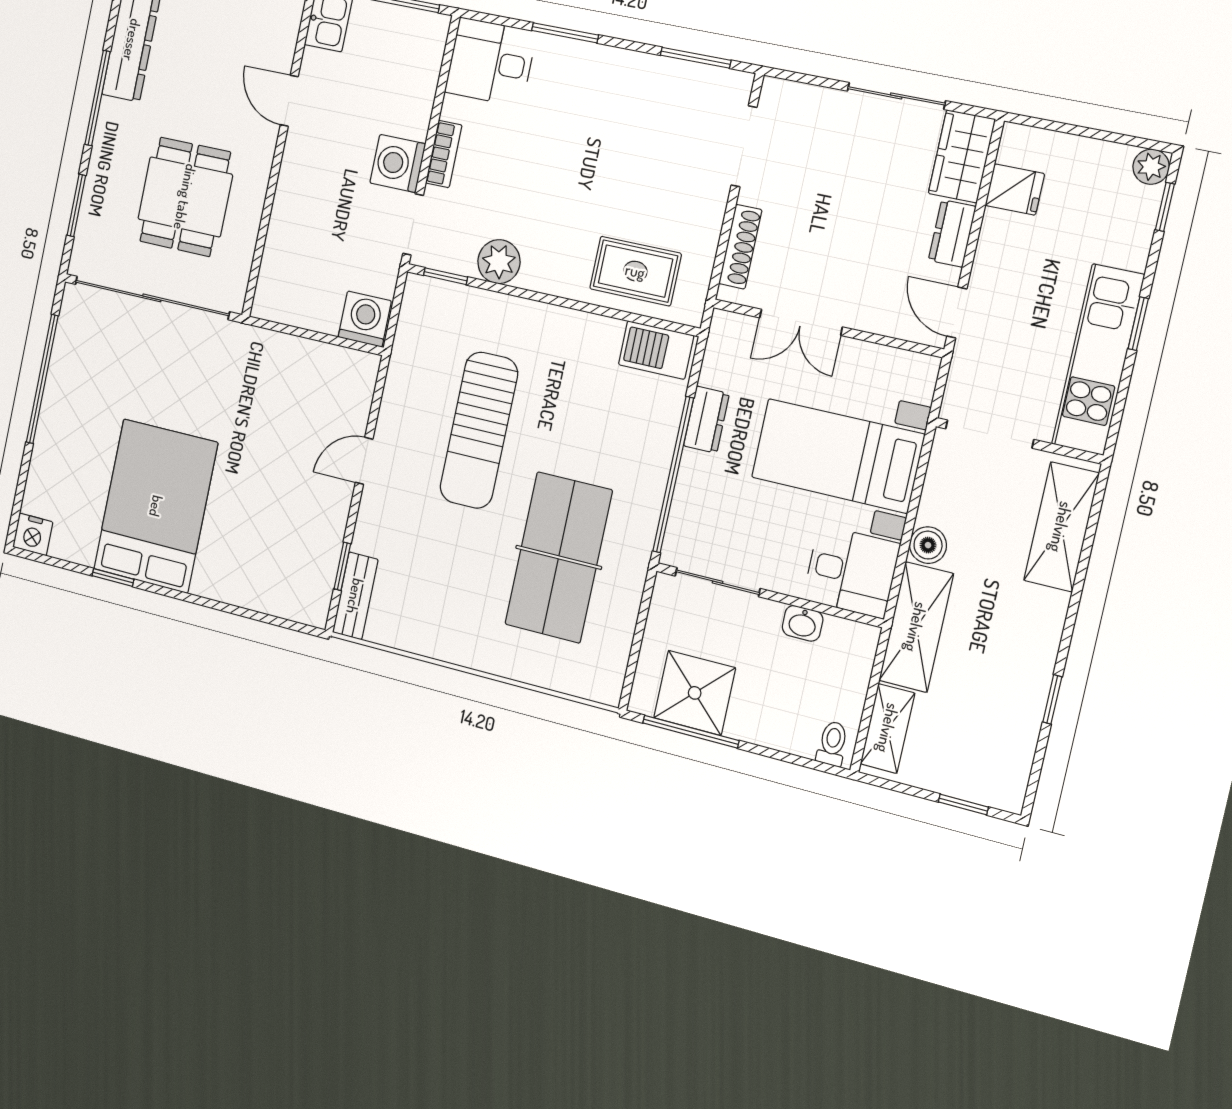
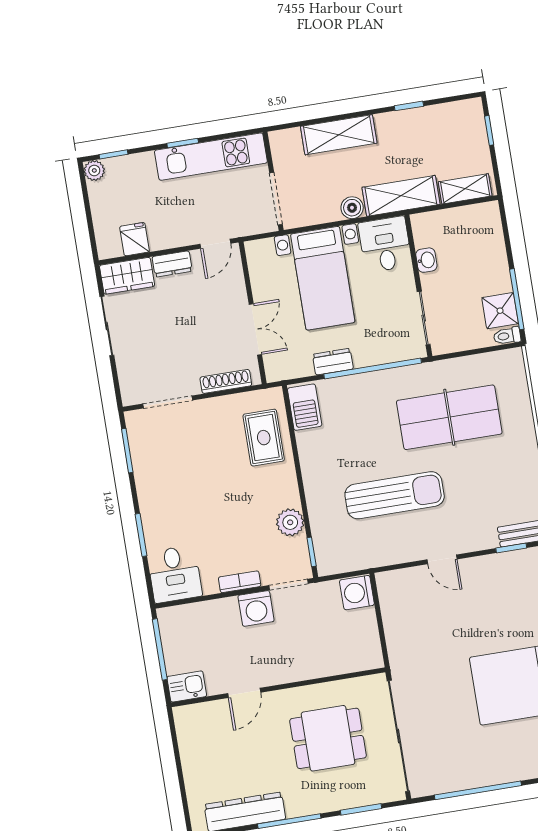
shelving: (1061, 527) -> (339, 135), moved
shower: (695, 693) -> (500, 311), width x0.73, depth x0.73
toilet: (832, 744) -> (507, 336), moved

